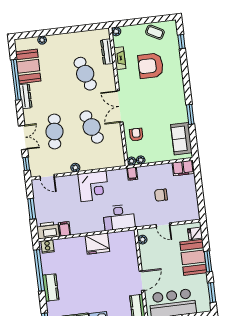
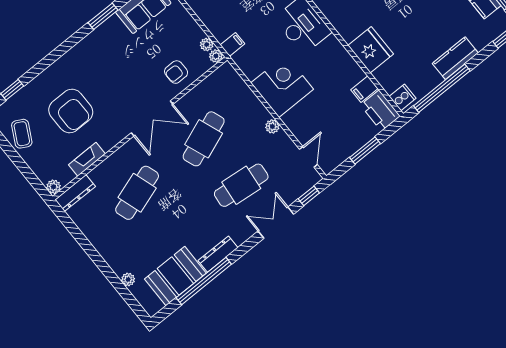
dresser: (107, 52) -> (75, 193), moved
fridge: (97, 244) -> (371, 50), moved

